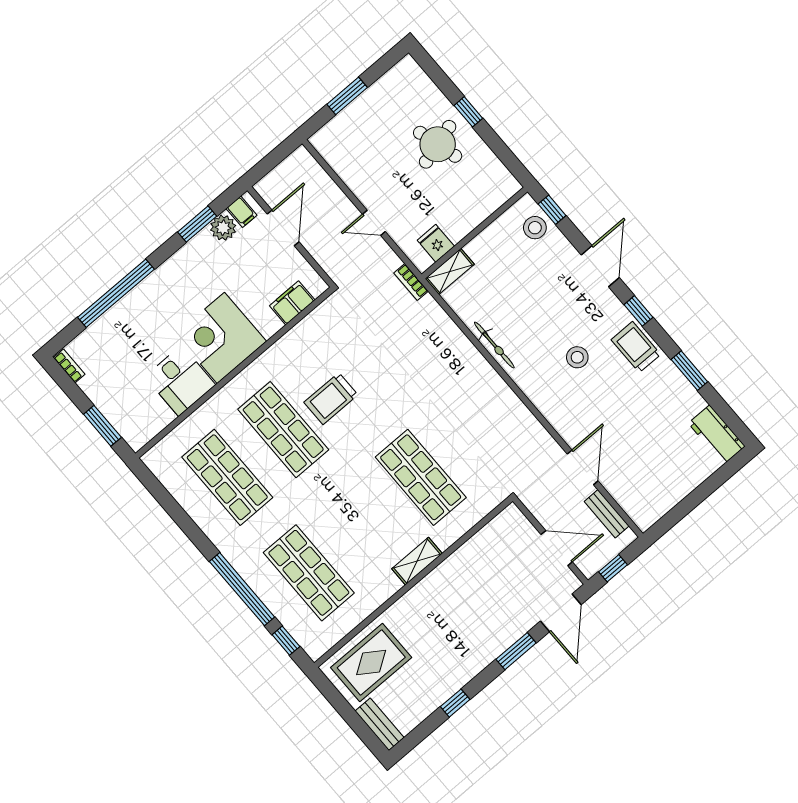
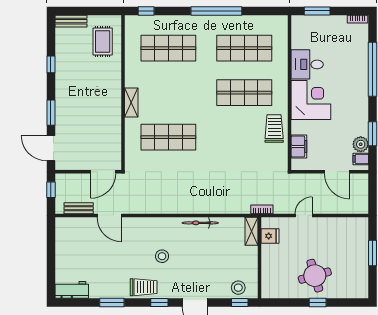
trolley: (331, 399) -> (274, 129), moved
door: (557, 548) -> (103, 172), moved
window: (242, 589) -> (216, 11), moved
rug: (371, 663) -> (103, 42), width x0.73, depth x0.70

